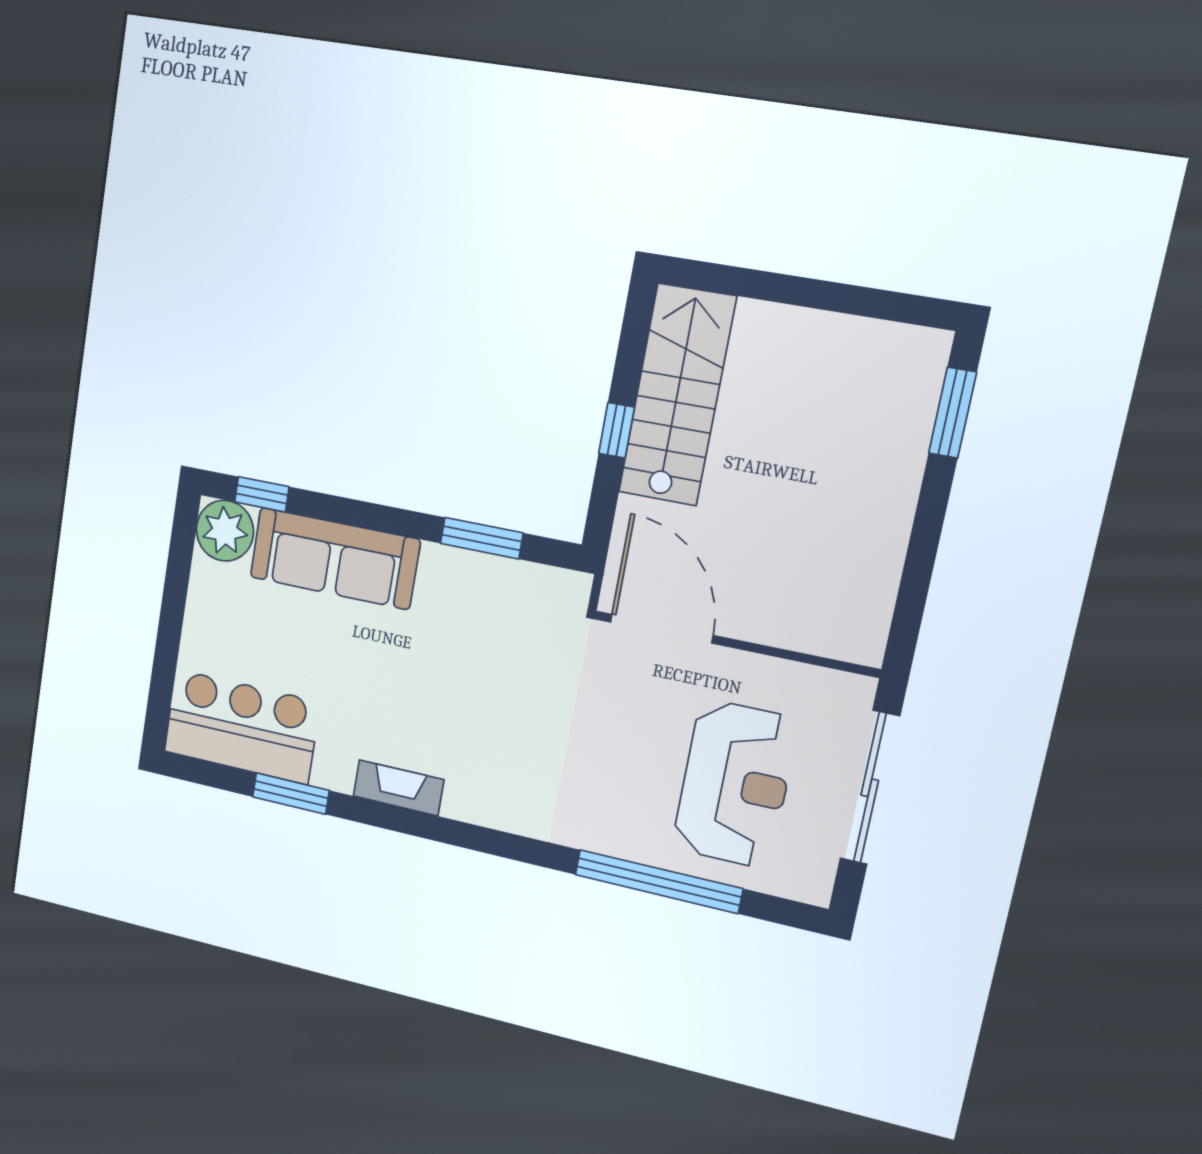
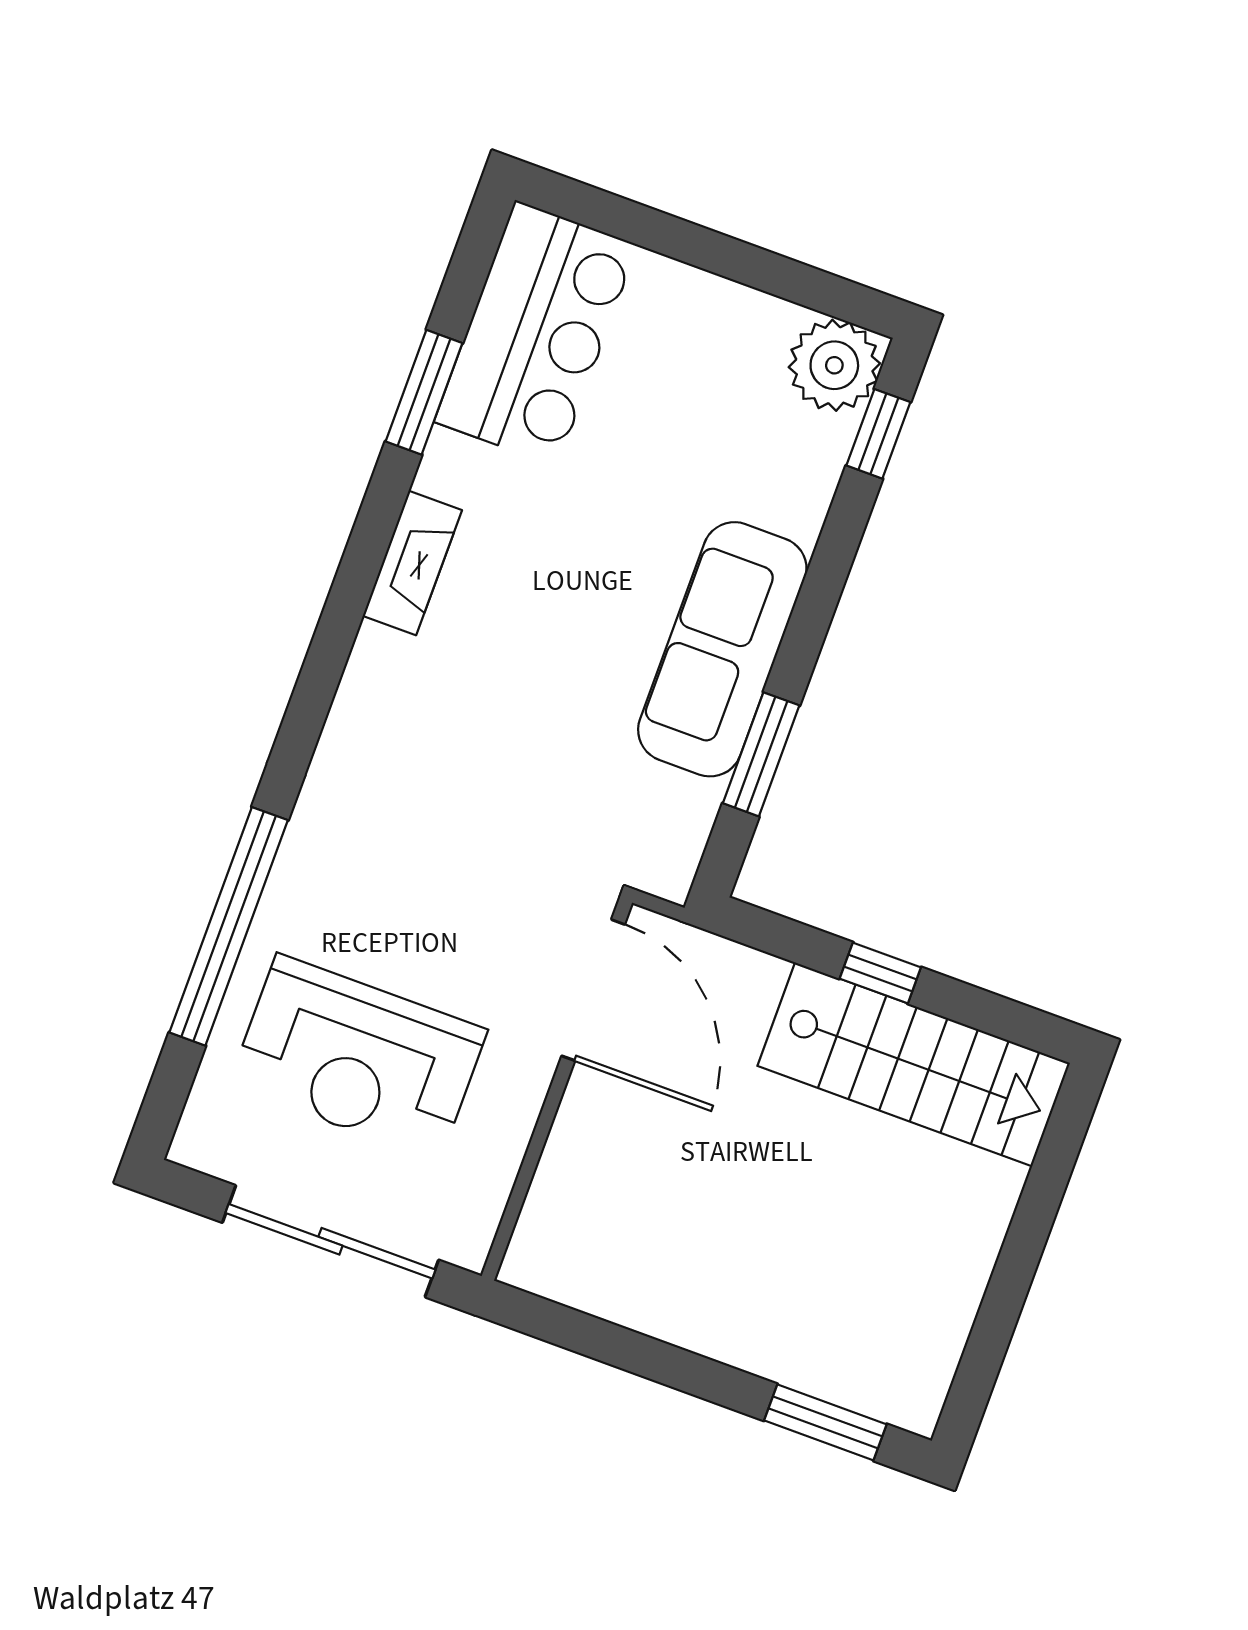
sofa: (335, 558) -> (722, 649), moved
door: (661, 629) -> (593, 990), hinge flipped

